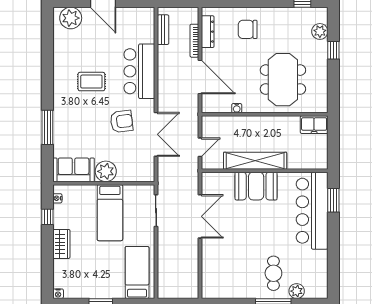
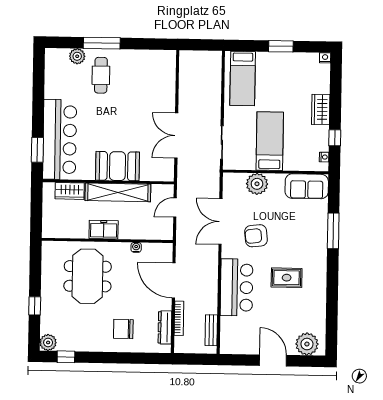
chair: (248, 29) -> (123, 329), turned 180
plant: (320, 31) -> (48, 342), moved
freezer: (314, 125) -> (104, 230), moved
wardrobe: (302, 161) -> (70, 191), added
plant: (106, 171) -> (257, 184), moved

